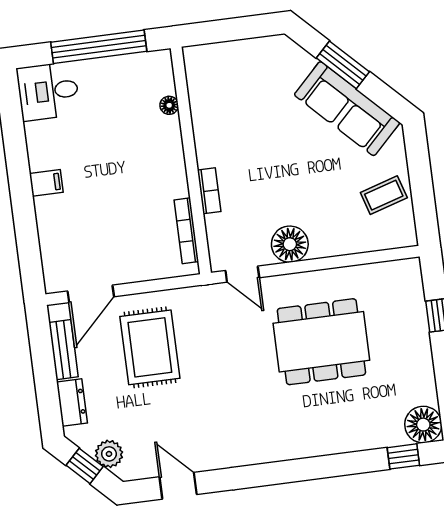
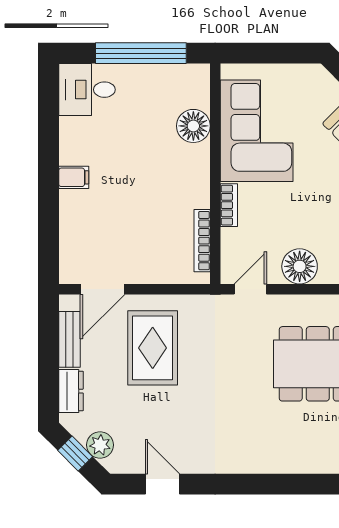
floor lamp: (169, 105) -> (193, 126), width x1.89, depth x1.89
corner sofa: (228, 111) -> (257, 131), added
door: (242, 274) -> (250, 289), swing flipped

